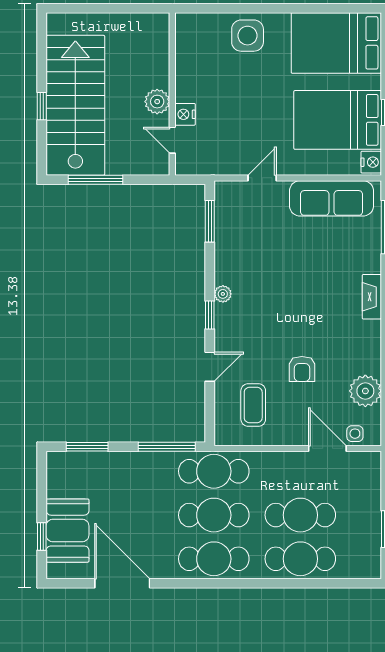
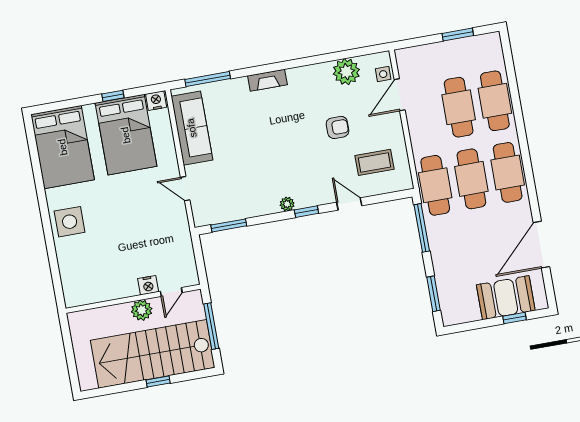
wall: (172, 94) -> (133, 299), moved
plant: (157, 102) -> (142, 310), moved
nightstand: (185, 114) -> (148, 285), moved
door: (172, 140) -> (171, 292), moved

